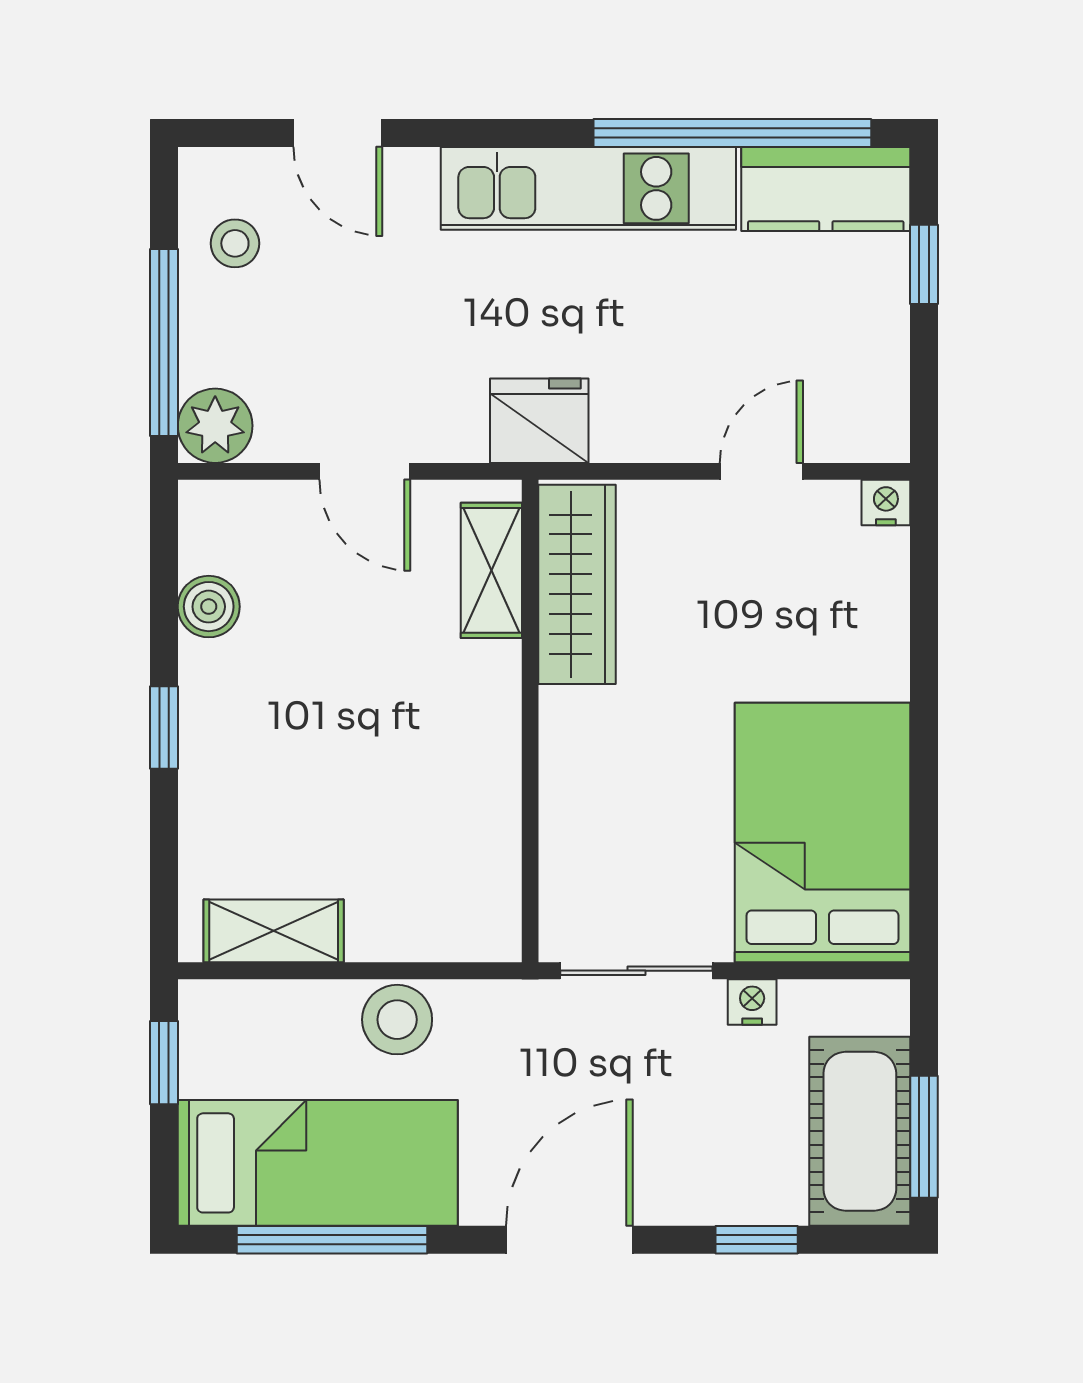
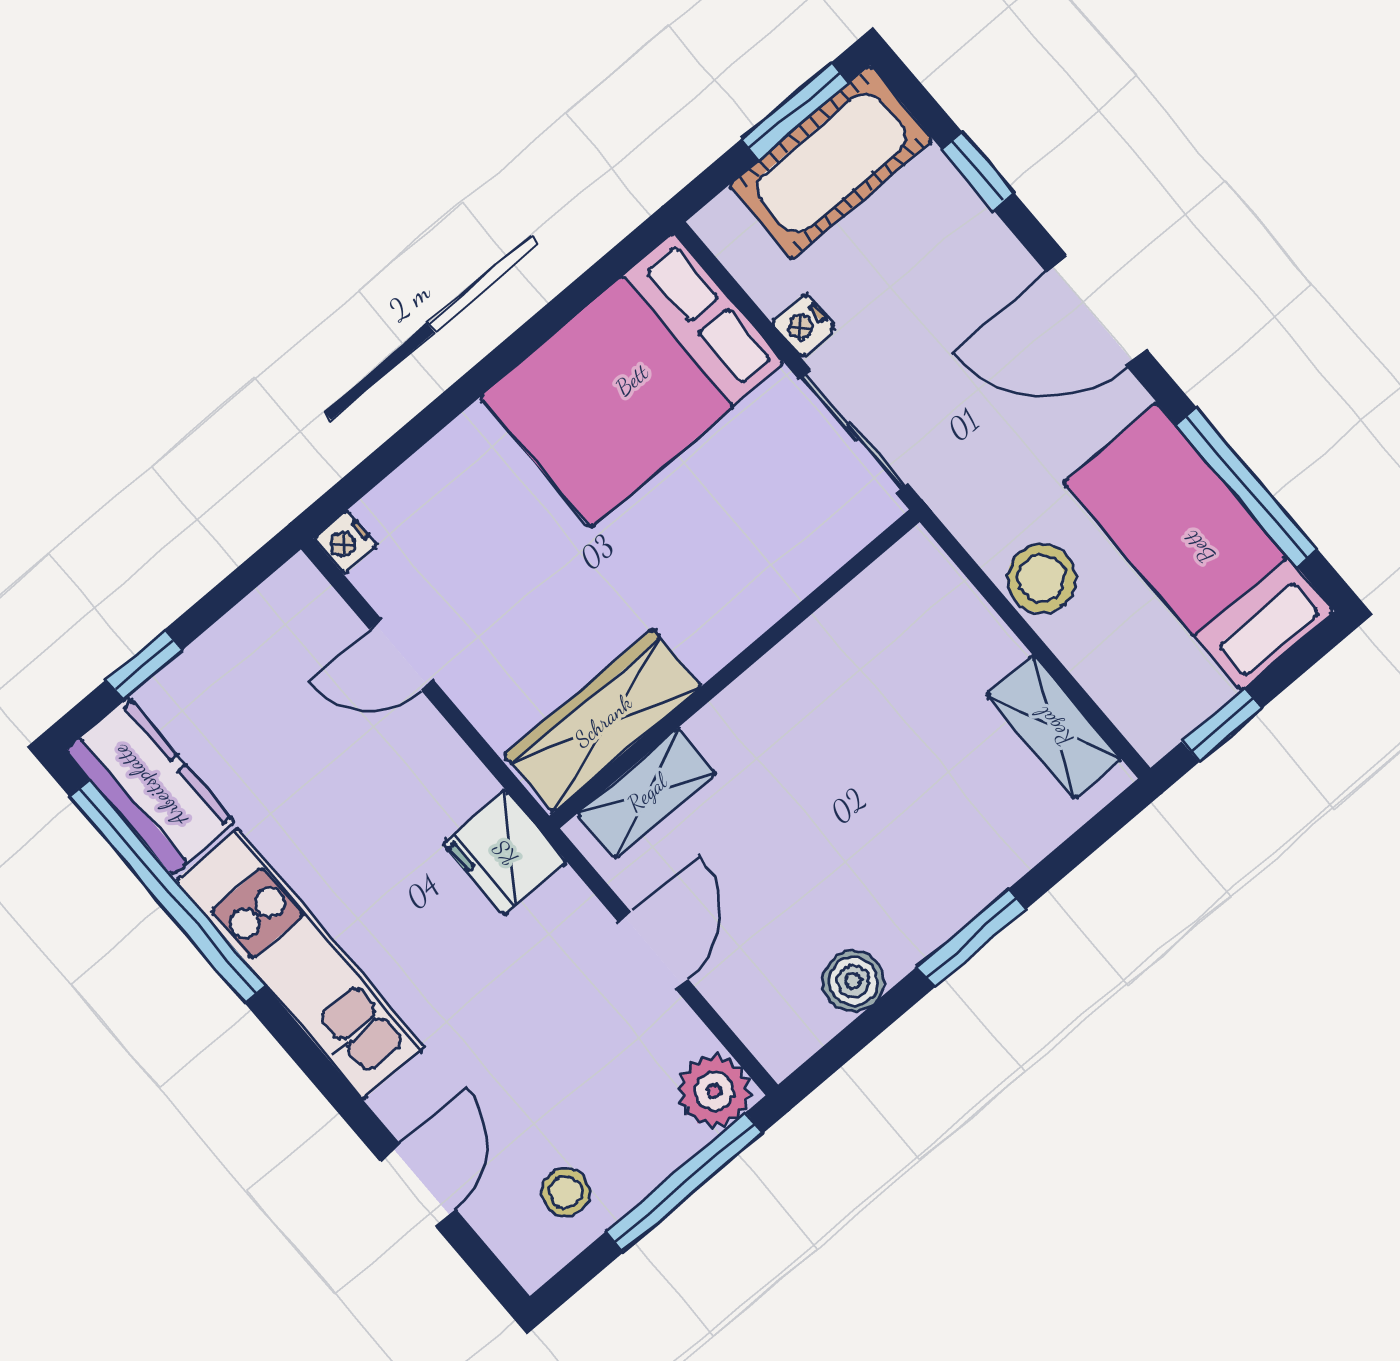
window: (164, 727) -> (972, 938), width x1.50

